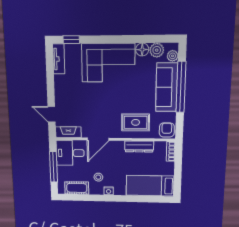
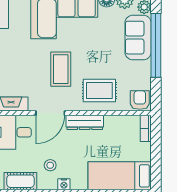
sofa: (167, 87) -> (138, 38), width x0.73
coffee table: (106, 106) -> (61, 69), added
dresser: (139, 147) -> (85, 122), moved

